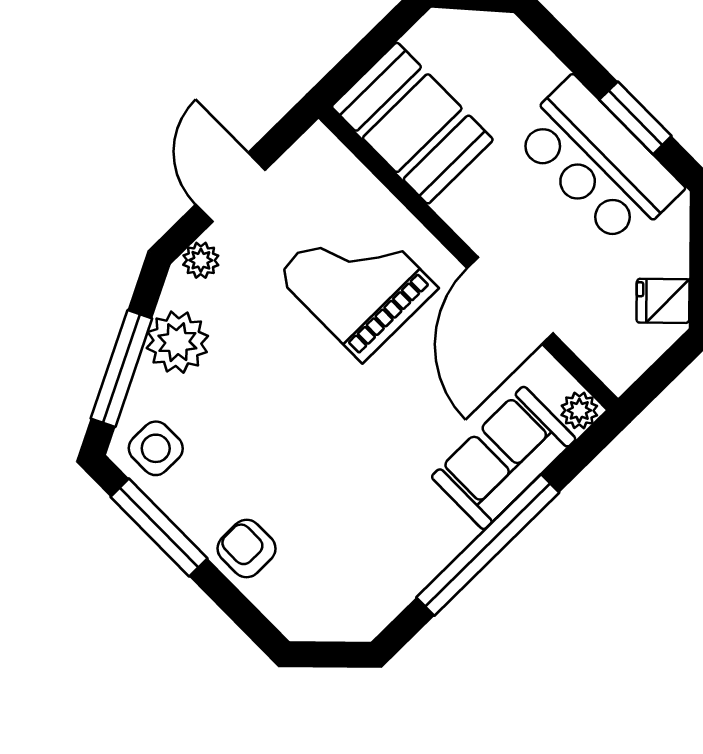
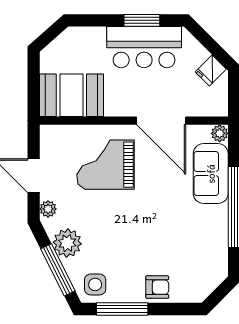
armchair: (247, 549) -> (157, 287), turned 180

